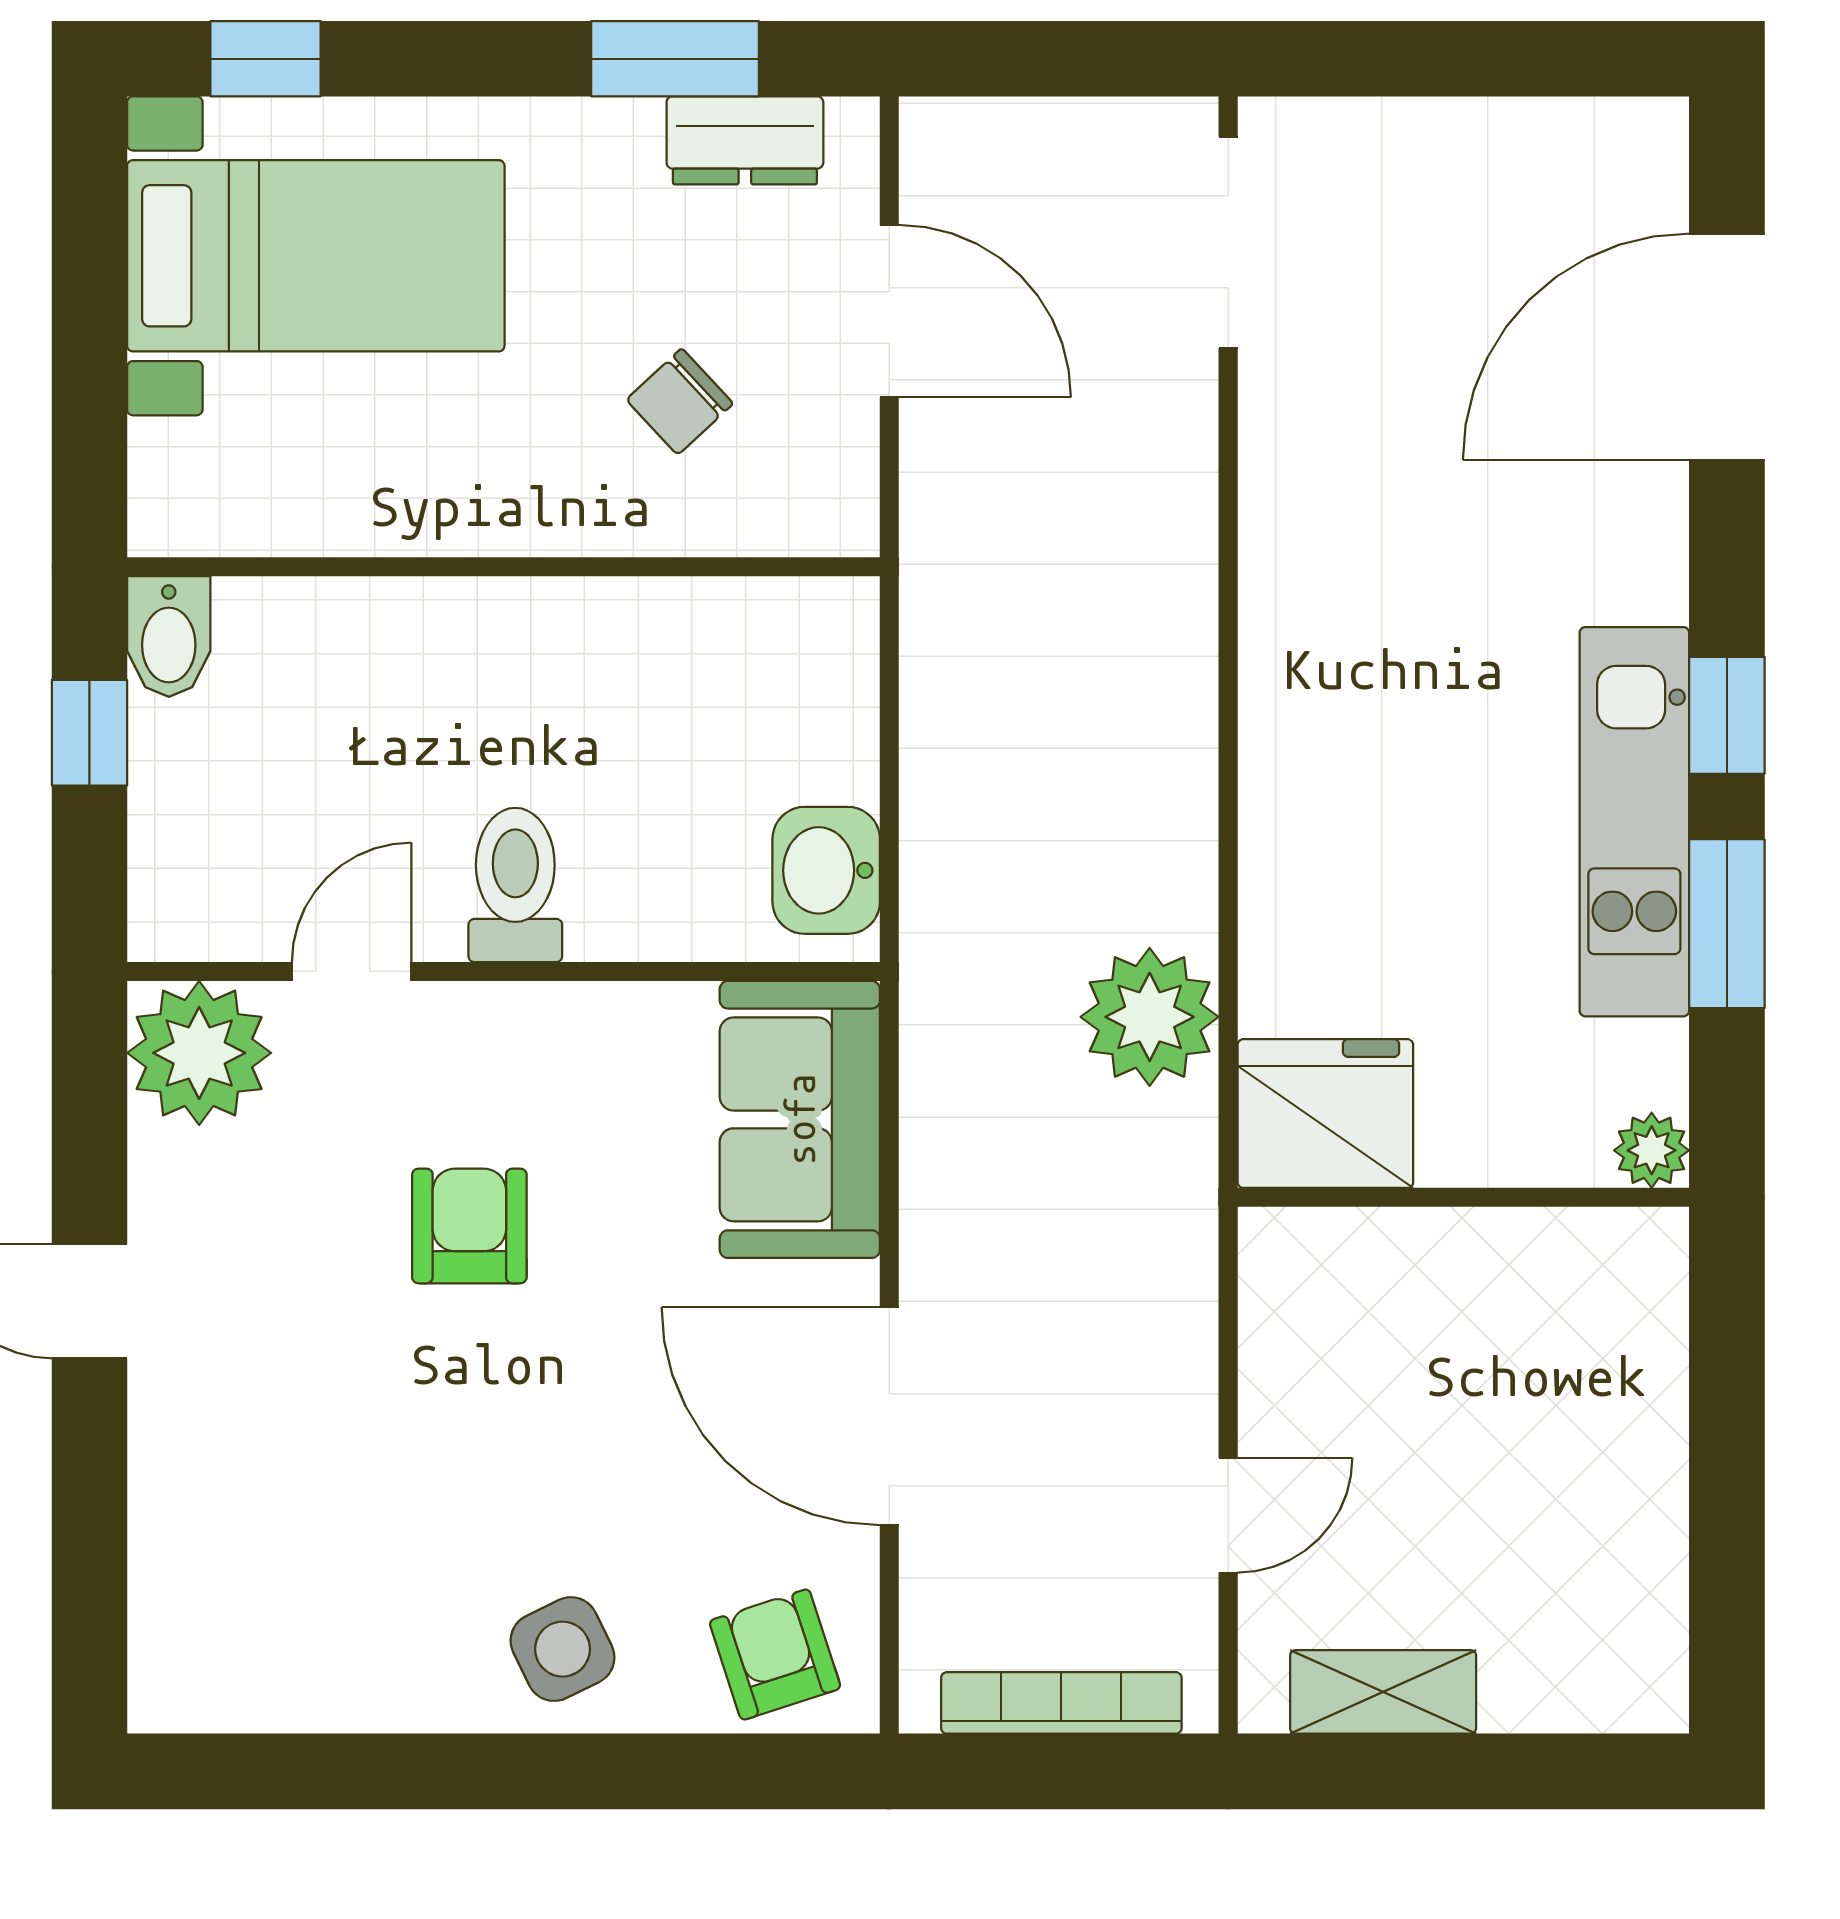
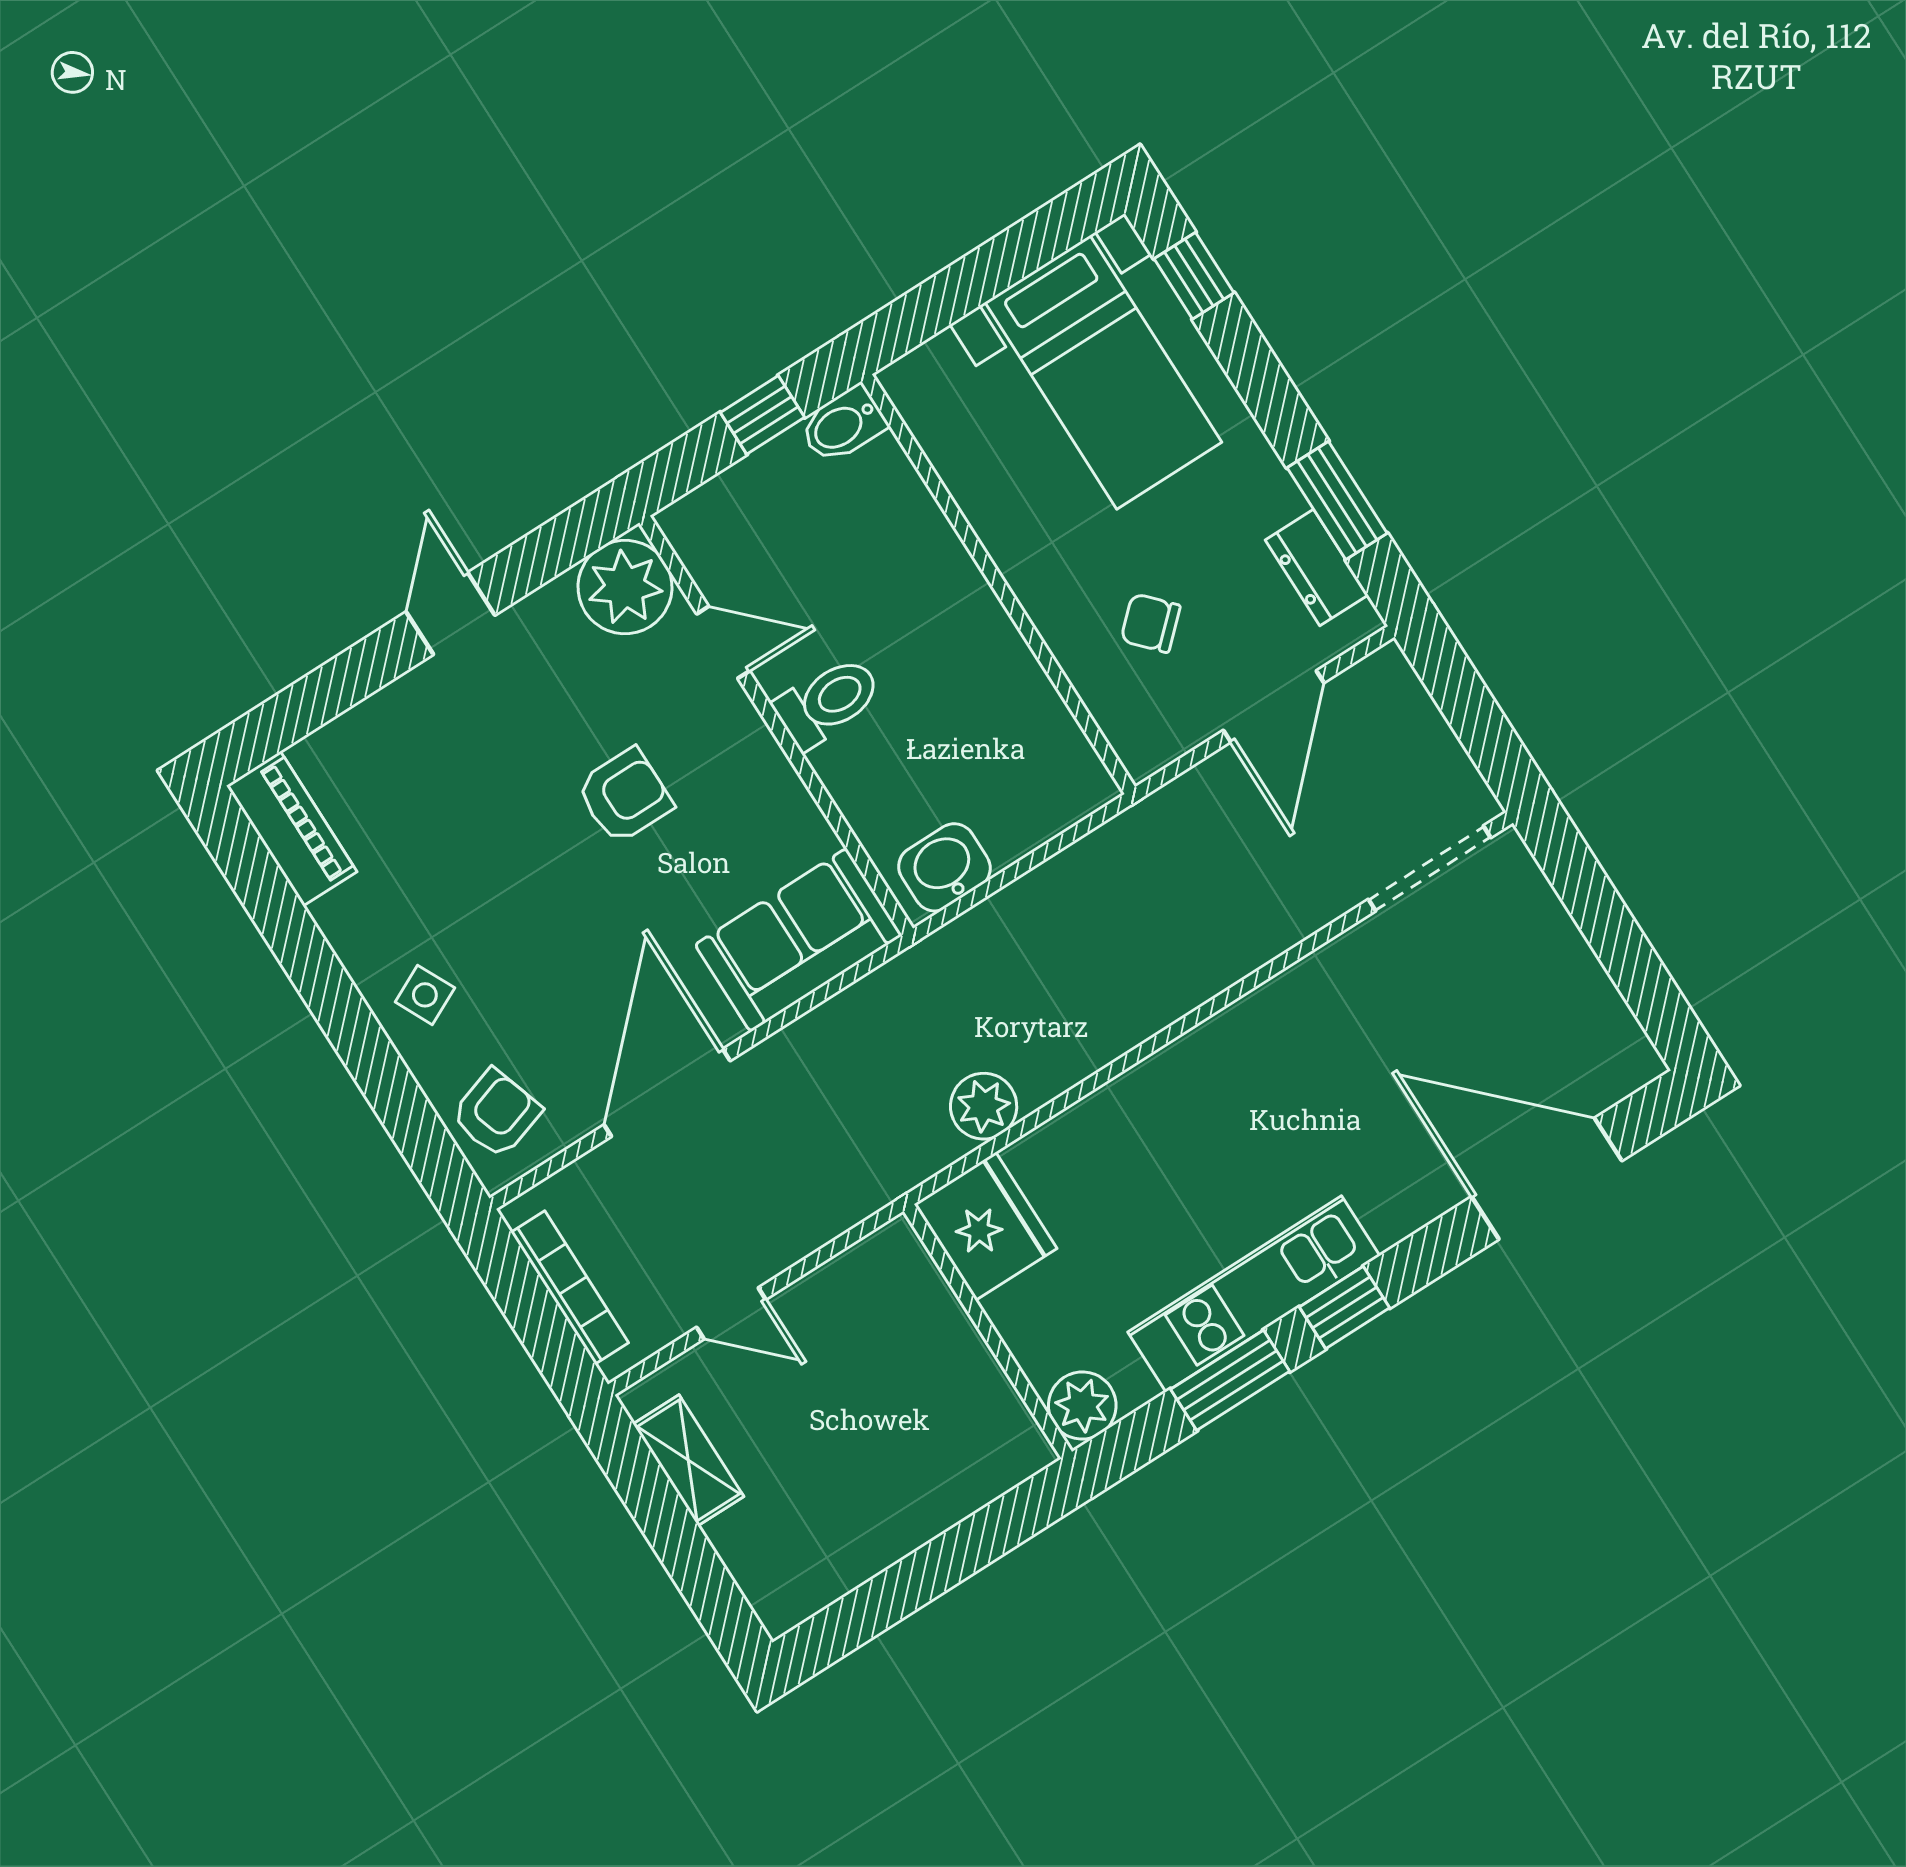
plant: (1150, 1017) -> (984, 1106), width x0.73, depth x0.73
plant: (1652, 1150) -> (1082, 1406), width x1.38, depth x1.38
side table: (563, 1649) -> (425, 995), width x0.73, depth x0.73
piano: (237, 1685) -> (292, 829), added

